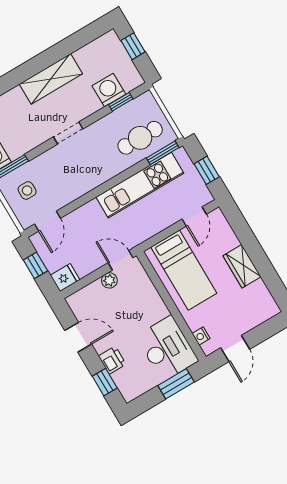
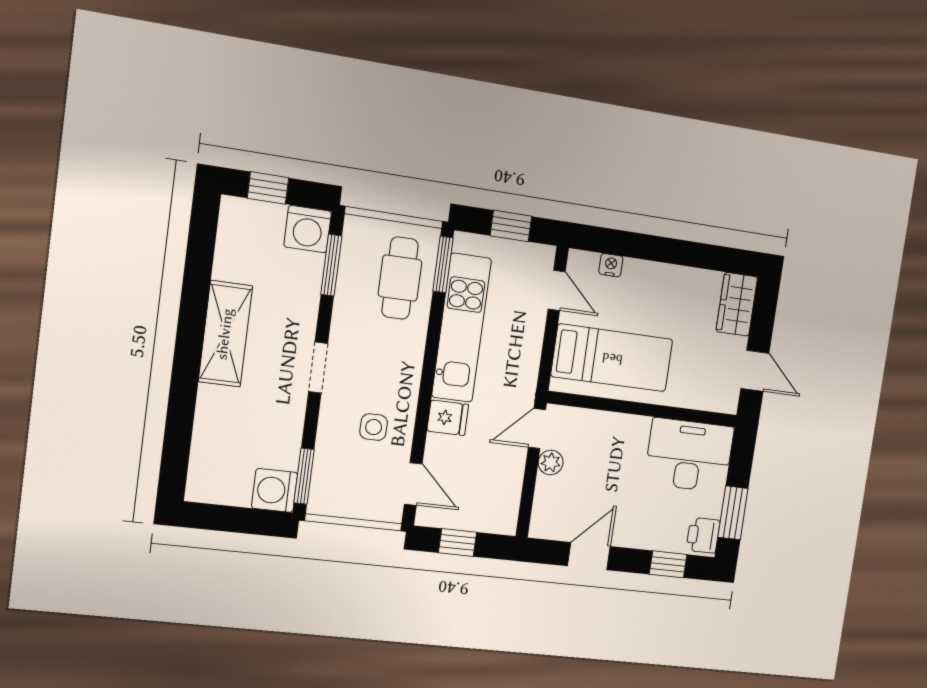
washing machine: (109, 90) -> (308, 229), moved, turned -90
window: (121, 102) -> (331, 265), width x1.50
side table: (27, 190) -> (374, 427), moved
wardrobe: (242, 266) -> (737, 304), moved, turned 90
fridge: (65, 278) -> (448, 418), moved, turned 90
nightstand: (201, 336) -> (611, 265), moved, turned 180
printer: (112, 360) -> (703, 535), moved, turned -90
window: (176, 384) -> (733, 513), moved

